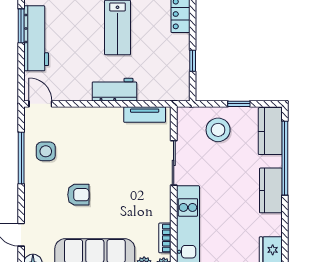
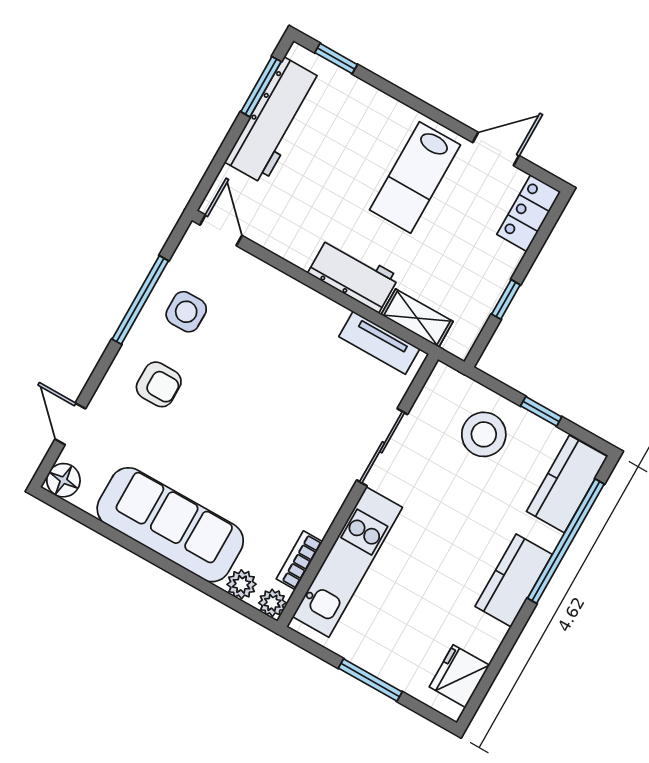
shelving: (156, 93) -> (417, 318), added
armchair: (78, 195) -> (159, 384), moved

